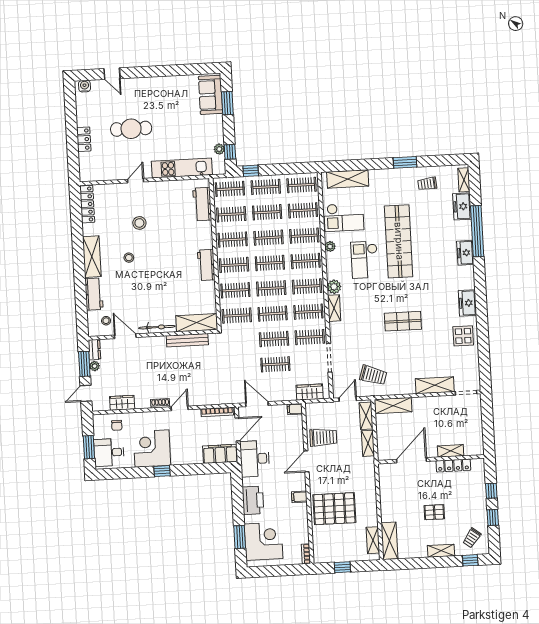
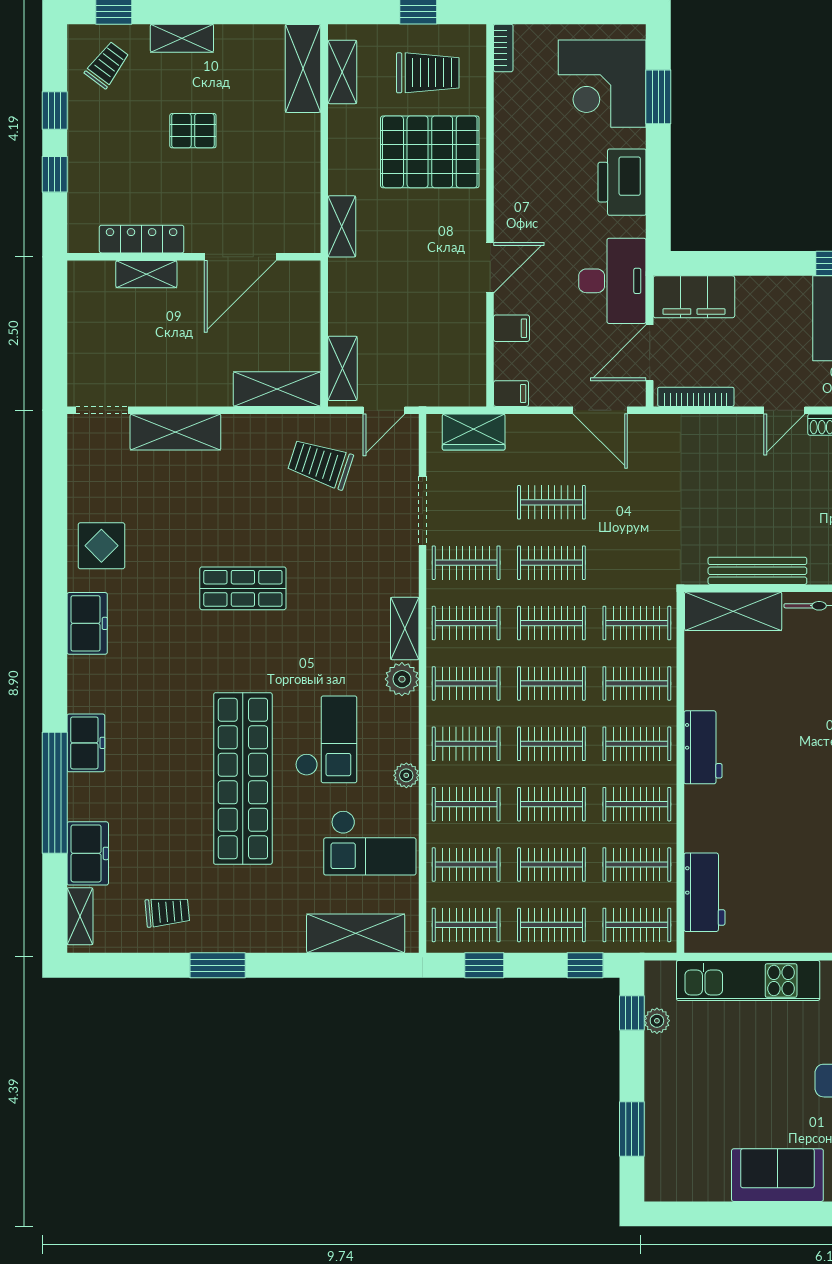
sofa: (211, 95) -> (777, 1175), moved, turned -90
window: (293, 168) -> (484, 965), added
checkout: (344, 217) -> (370, 843), turned 180
trolley: (323, 437) -> (428, 73), moved, turned 180
shelving: (368, 443) -> (342, 226), moved
filing cabinet: (299, 497) -> (512, 328), moved

